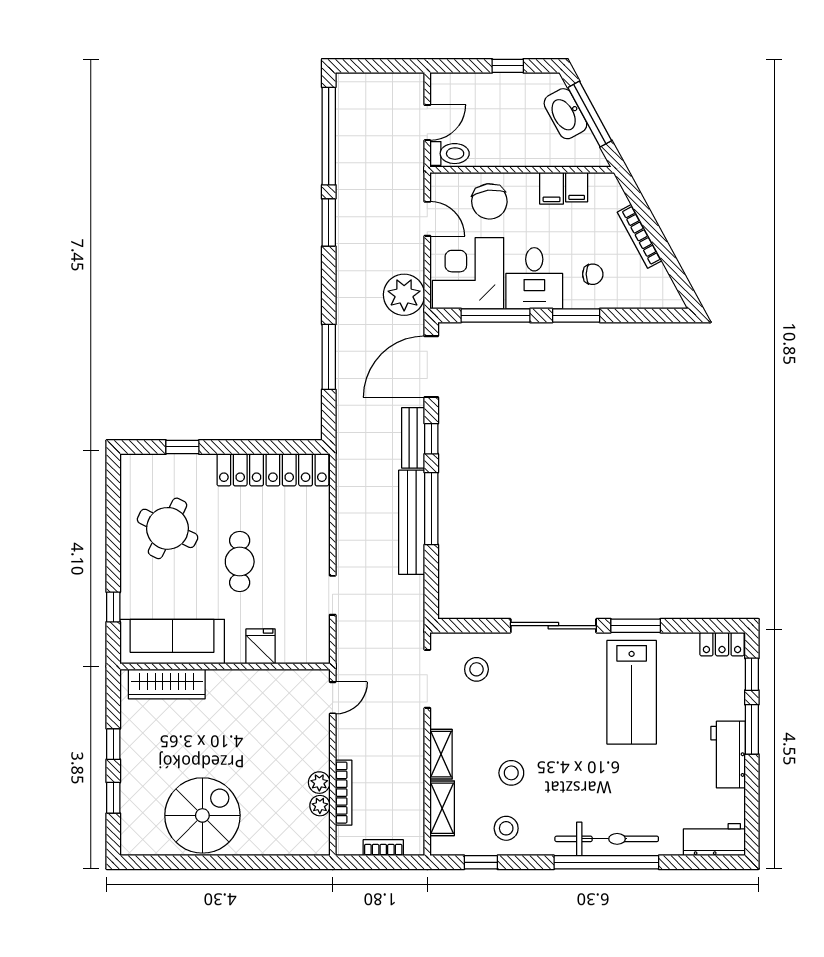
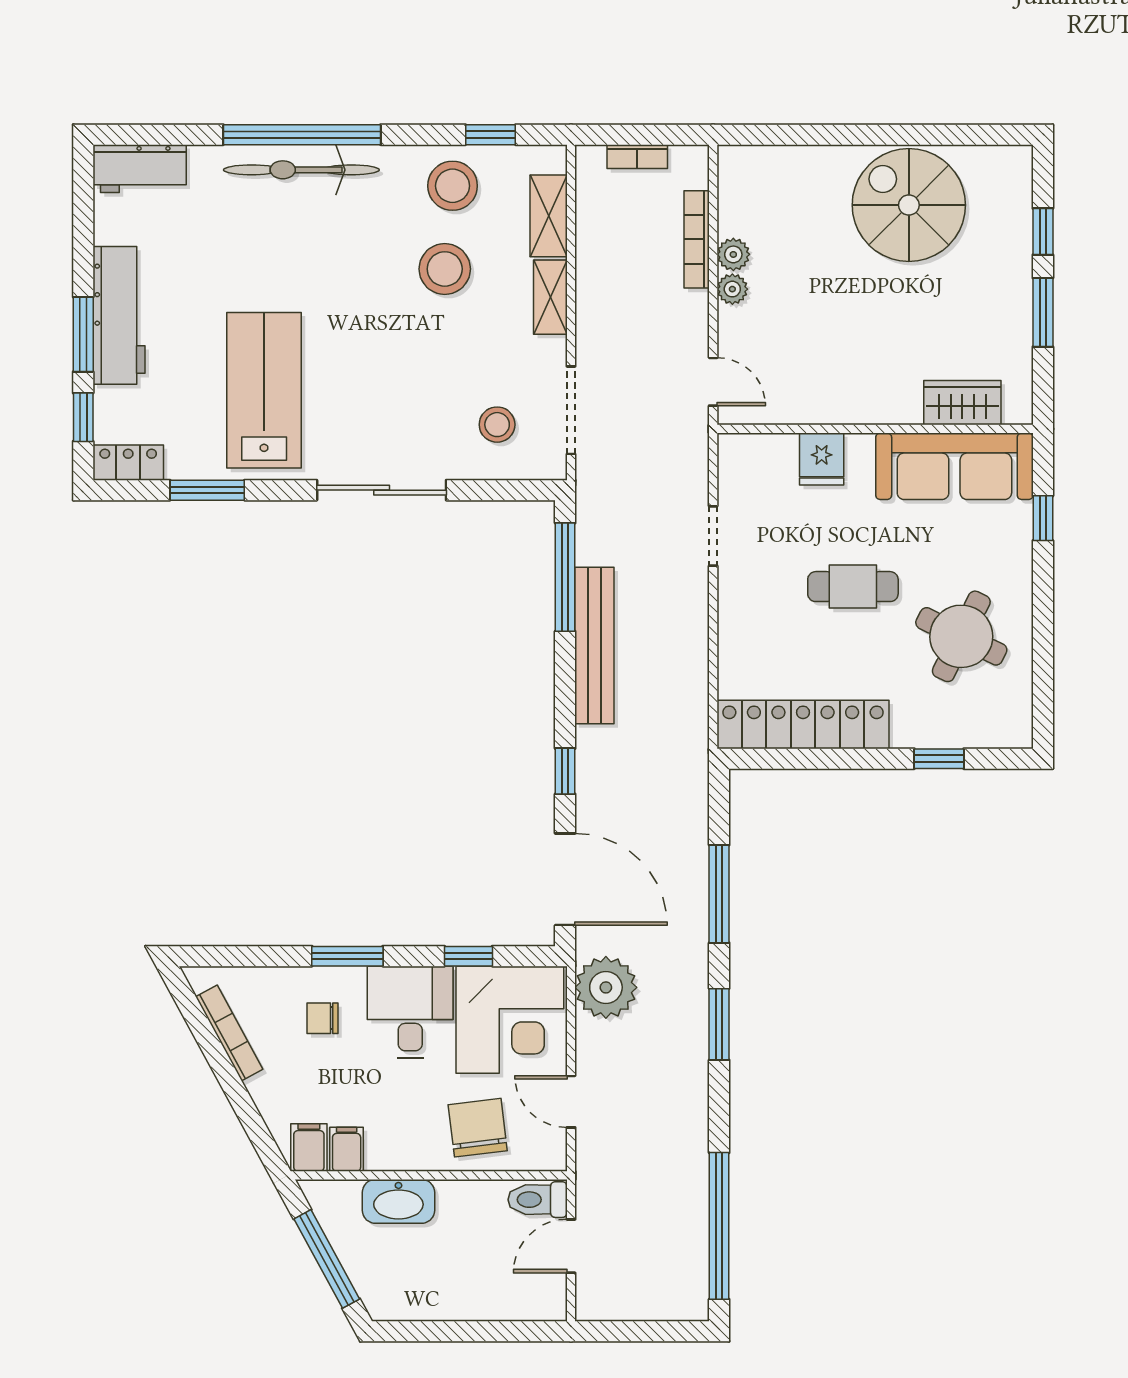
window: (508, 66) -> (450, 1331), removed
washbasin: (565, 114) -> (398, 1201), moved, turned 119
filing cabinet: (552, 188) -> (309, 1148), moved
window: (329, 223) -> (719, 1024), moved
bookcase: (640, 236) -> (229, 1033), moved
window: (496, 316) -> (468, 956), width x0.46
door: (431, 367) -> (565, 879), hinge flipped
bench: (413, 438) -> (592, 772), removed
window: (431, 509) -> (565, 577), moved
cafe table: (240, 562) -> (853, 587), turned 90
window: (636, 626) -> (207, 490), moved
wardrobe: (167, 684) -> (962, 403), width x0.67
door: (333, 698) -> (713, 382), swing flipped
window: (113, 744) -> (1043, 312), width x1.50
workbench: (728, 755) -> (119, 315), width x1.38
stool: (511, 773) -> (445, 269), width x1.38, depth x1.38
plant: (320, 806) -> (732, 289), moved
spiral stairs: (202, 815) -> (909, 205), turned 90
stool: (506, 828) -> (453, 186), width x1.38, depth x1.38

